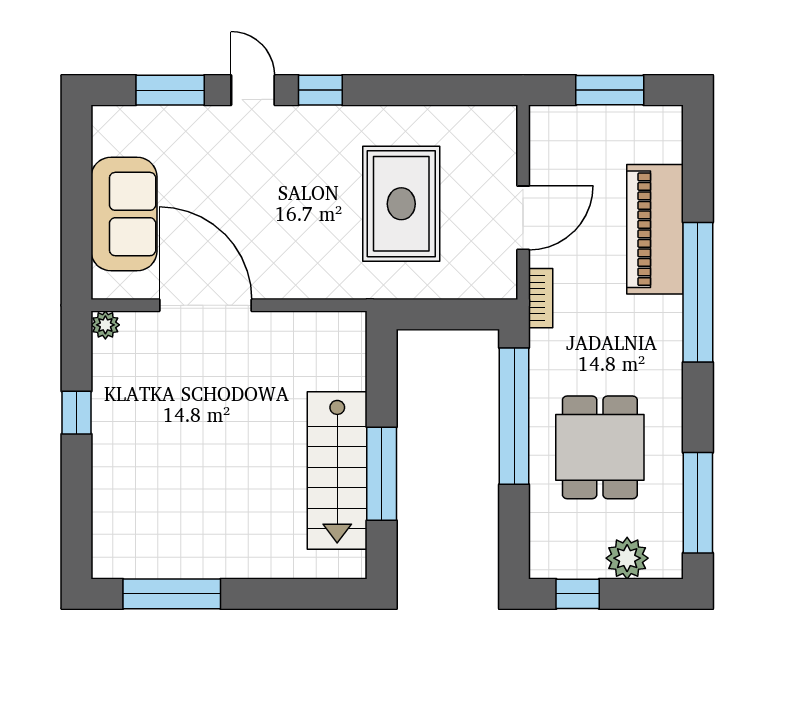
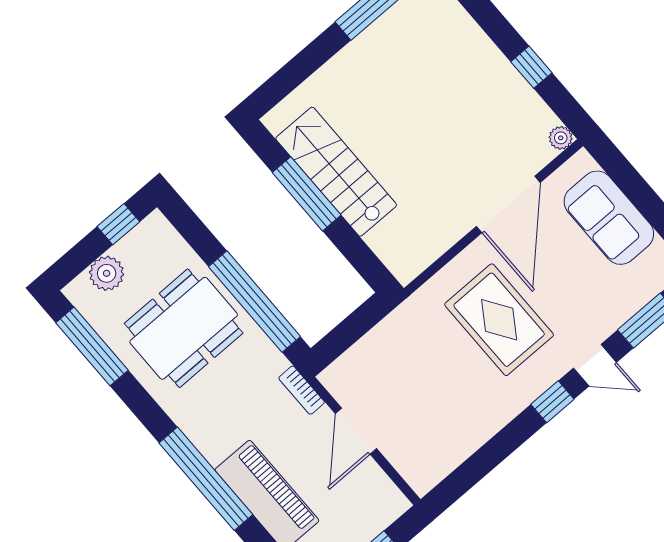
rug: (401, 204) -> (499, 320), moved
door: (206, 305) -> (508, 204), hinge flipped
dining table: (600, 447) -> (184, 328), width x1.38

